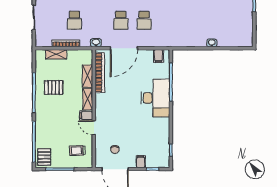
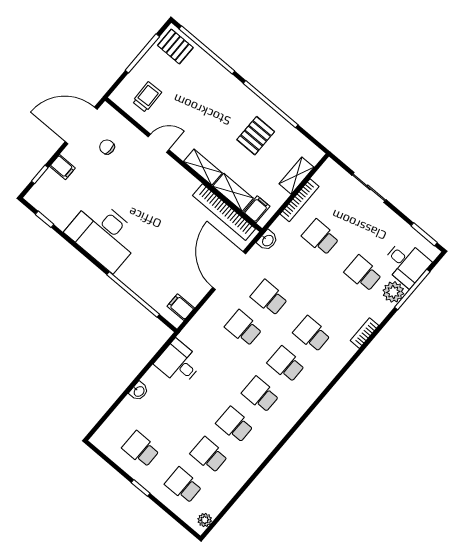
school desk: (237, 20) -> (141, 449), added
desk: (184, 36) -> (179, 363), added
desk: (155, 98) -> (104, 235), moved
filing cabinet: (86, 116) -> (257, 209), moved

